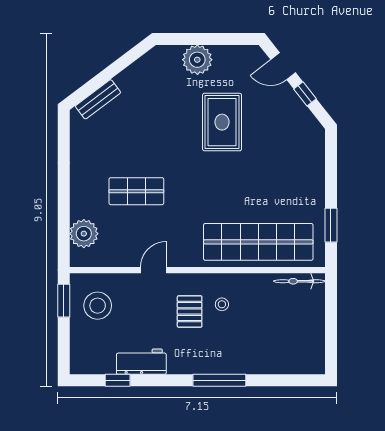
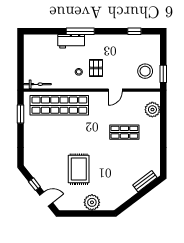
workbench: (141, 362) -> (71, 41), moved

